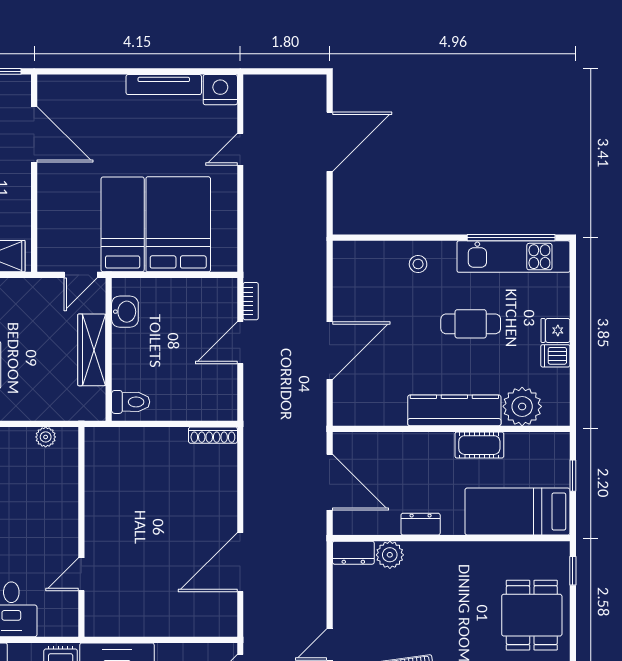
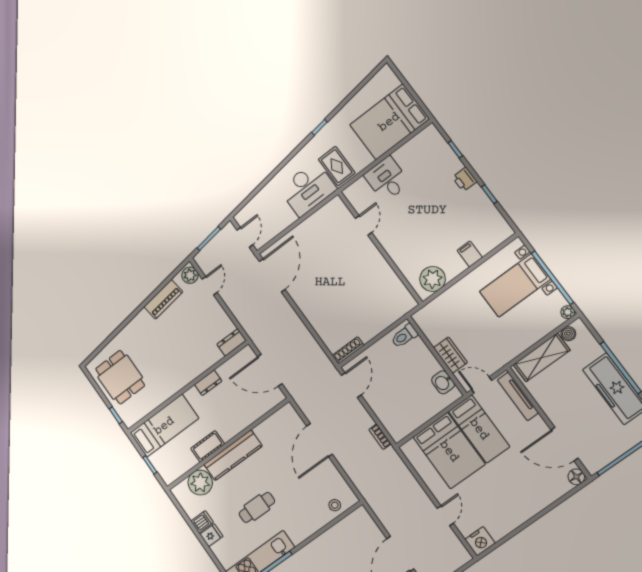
tv unit: (164, 85) -> (518, 396), moved, turned -90
floor lamp: (49, 86) -> (576, 477), added
stool: (418, 264) -> (335, 505), moved
door: (81, 275) -> (482, 385), hinge flipped
door: (240, 343) -> (351, 385), moved
wardrobe: (92, 350) -> (450, 355), width x0.67
plant: (46, 437) -> (433, 279), width x1.88, depth x1.88
plant: (390, 555) -> (212, 355), removed
door: (240, 562) -> (272, 275), moved

